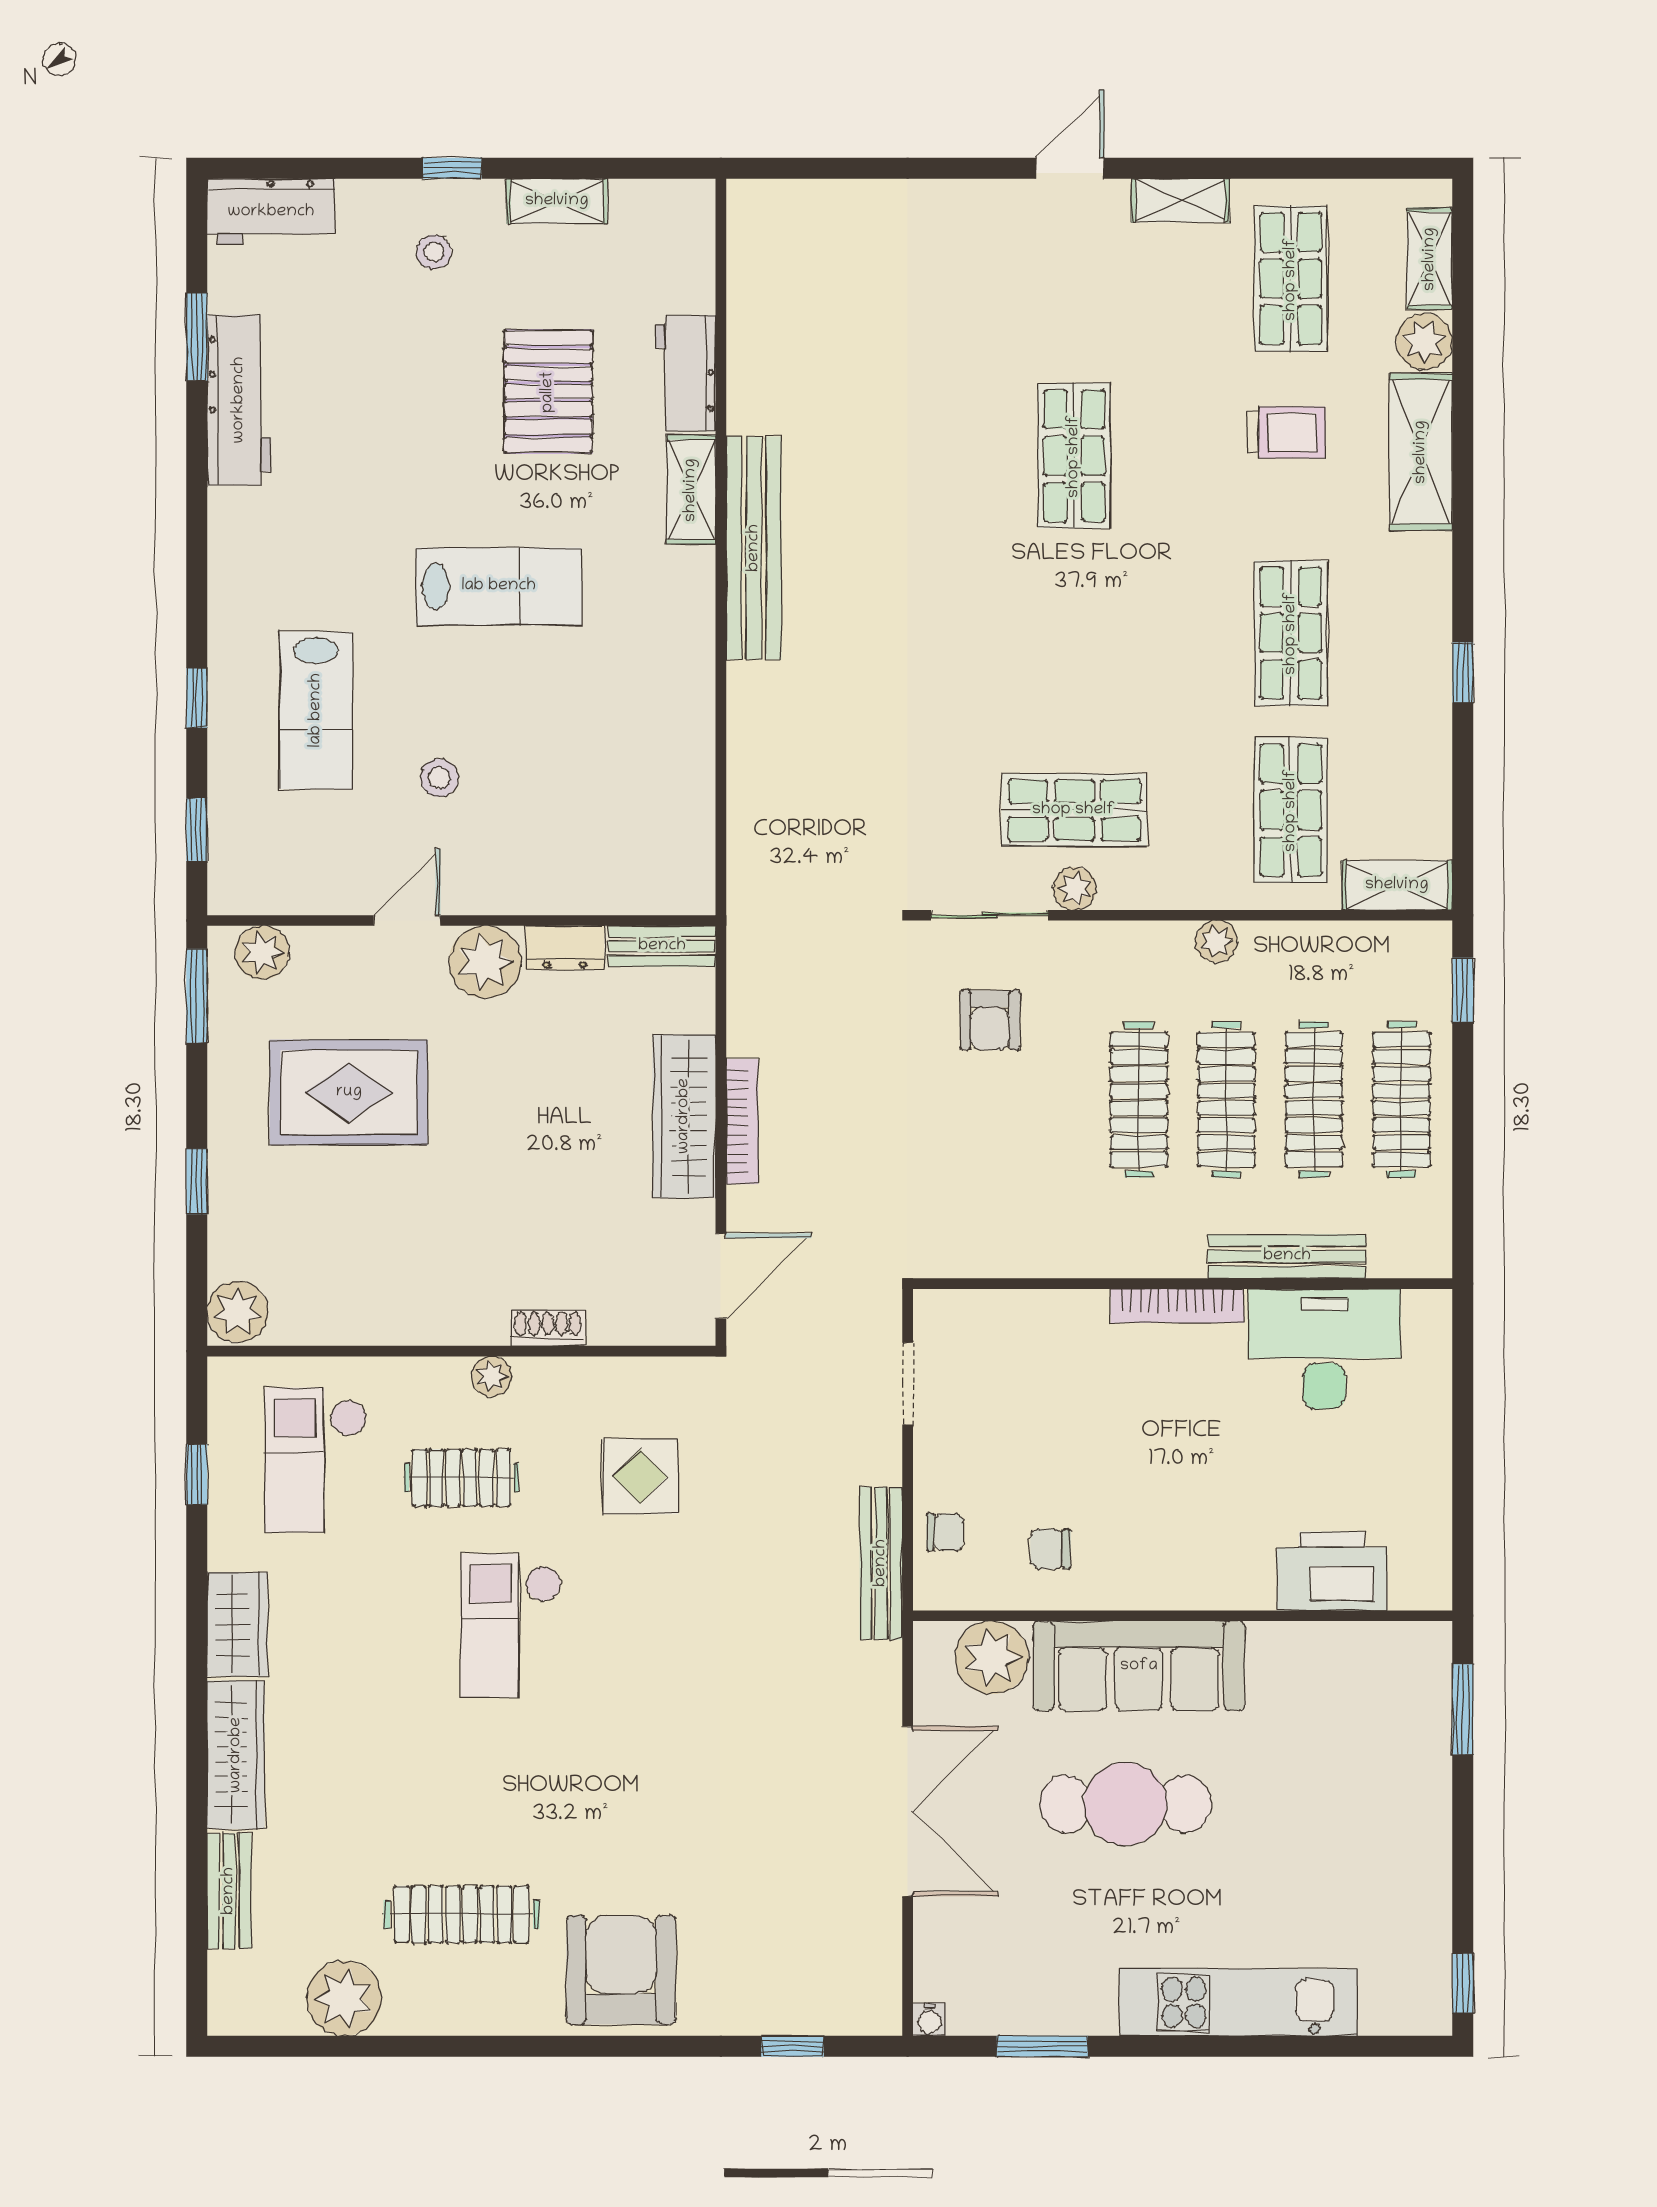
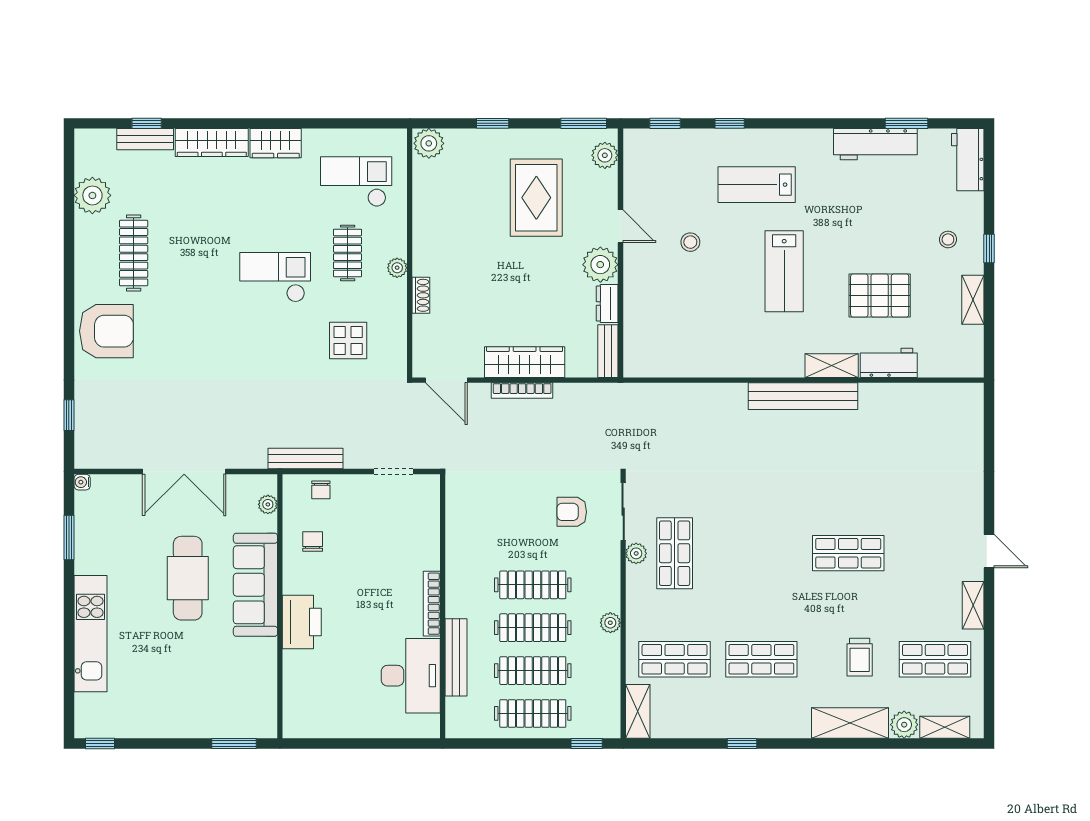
lab bench: (316, 710) -> (757, 185), moved
window: (197, 1475) -> (147, 123), moved
printer: (1332, 1571) -> (302, 622), moved
plant: (992, 1658) -> (268, 504), width x0.53, depth x0.53

